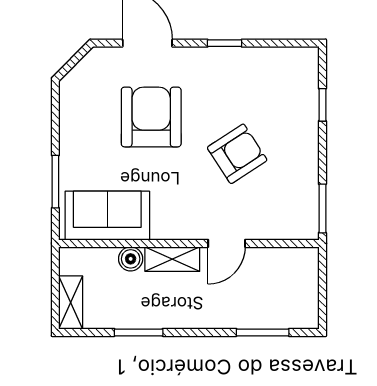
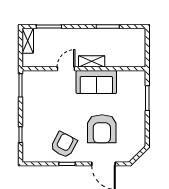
armchair: (237, 154) -> (64, 145), moved, turned 151
sofa: (107, 216) -> (96, 82), moved
boiler: (131, 259) -> (112, 61), removed
shelving: (71, 303) -> (28, 41), moved

